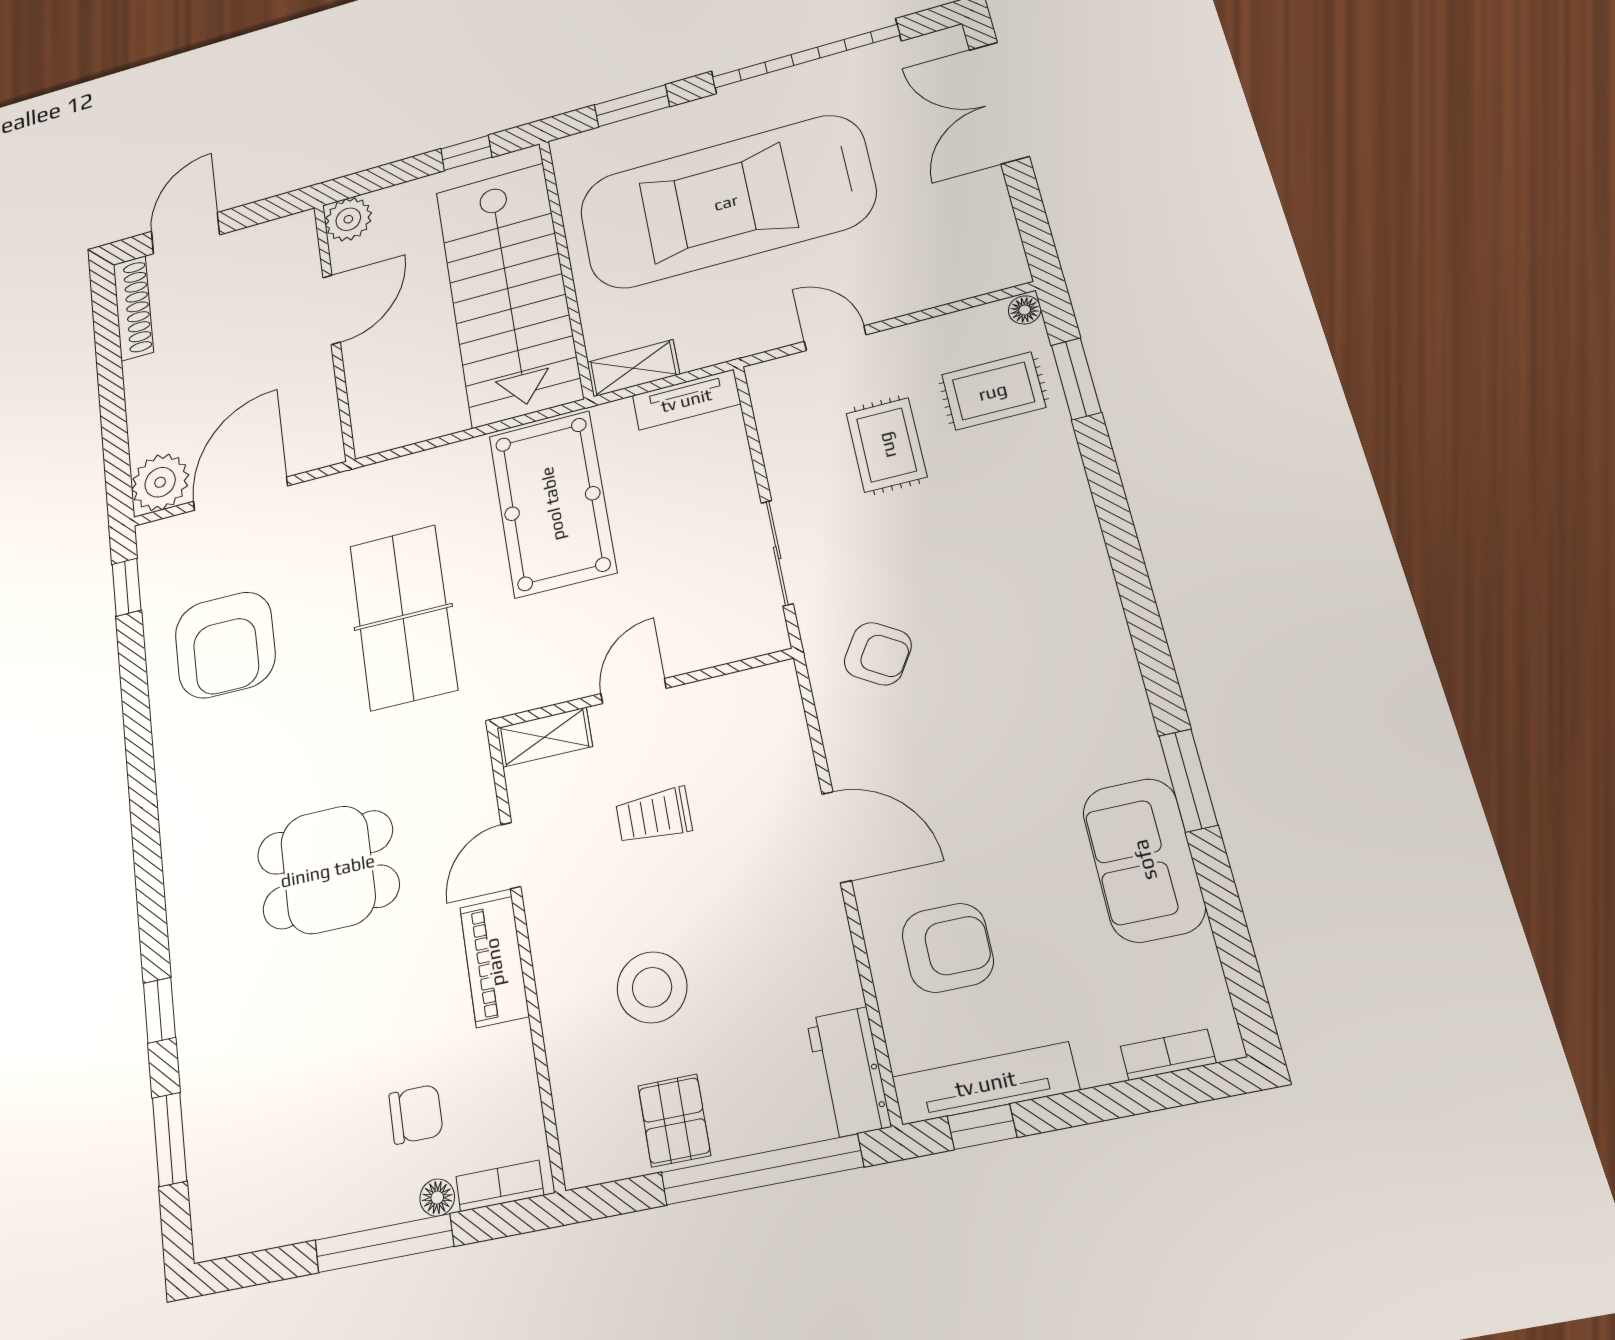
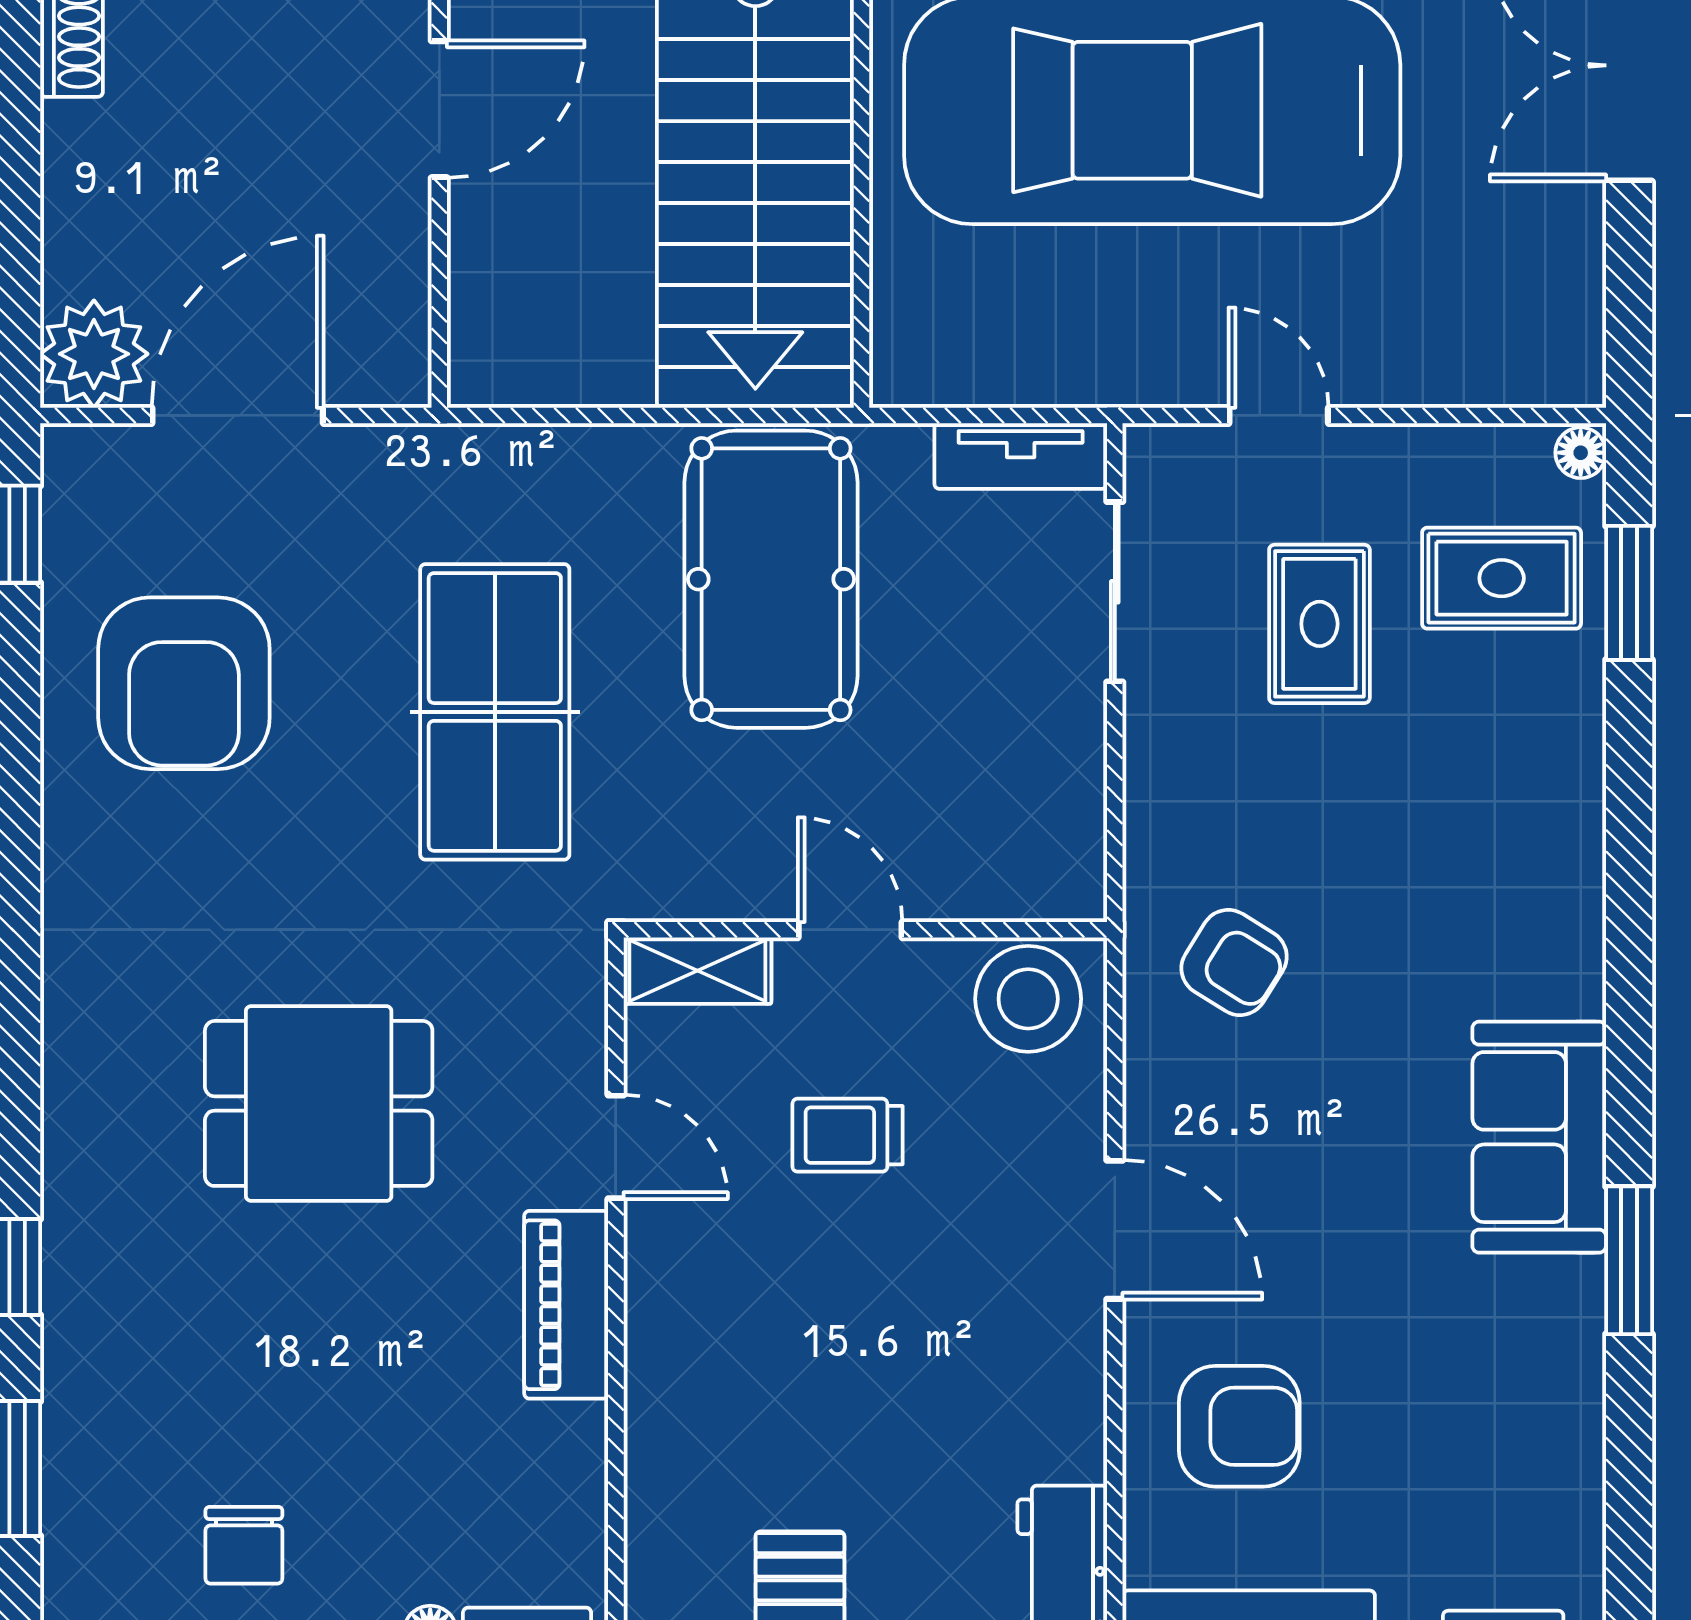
shelving: (633, 368) -> (944, 374), removed
sliding door: (777, 553) -> (1115, 592), moved
door: (633, 691) -> (850, 930), hinge flipped
door: (511, 856) -> (616, 1147), swing flipped
sofa: (1144, 860) -> (1539, 1137), moved
stool: (652, 987) -> (1028, 999), moved
chair: (416, 1114) -> (244, 1545), moved, turned 90

